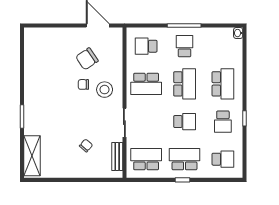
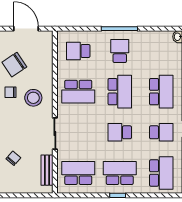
school desk: (185, 122) -> (120, 132), turned 180
school desk: (223, 122) -> (161, 132), turned -90
school desk: (223, 159) -> (161, 173), width x1.85

